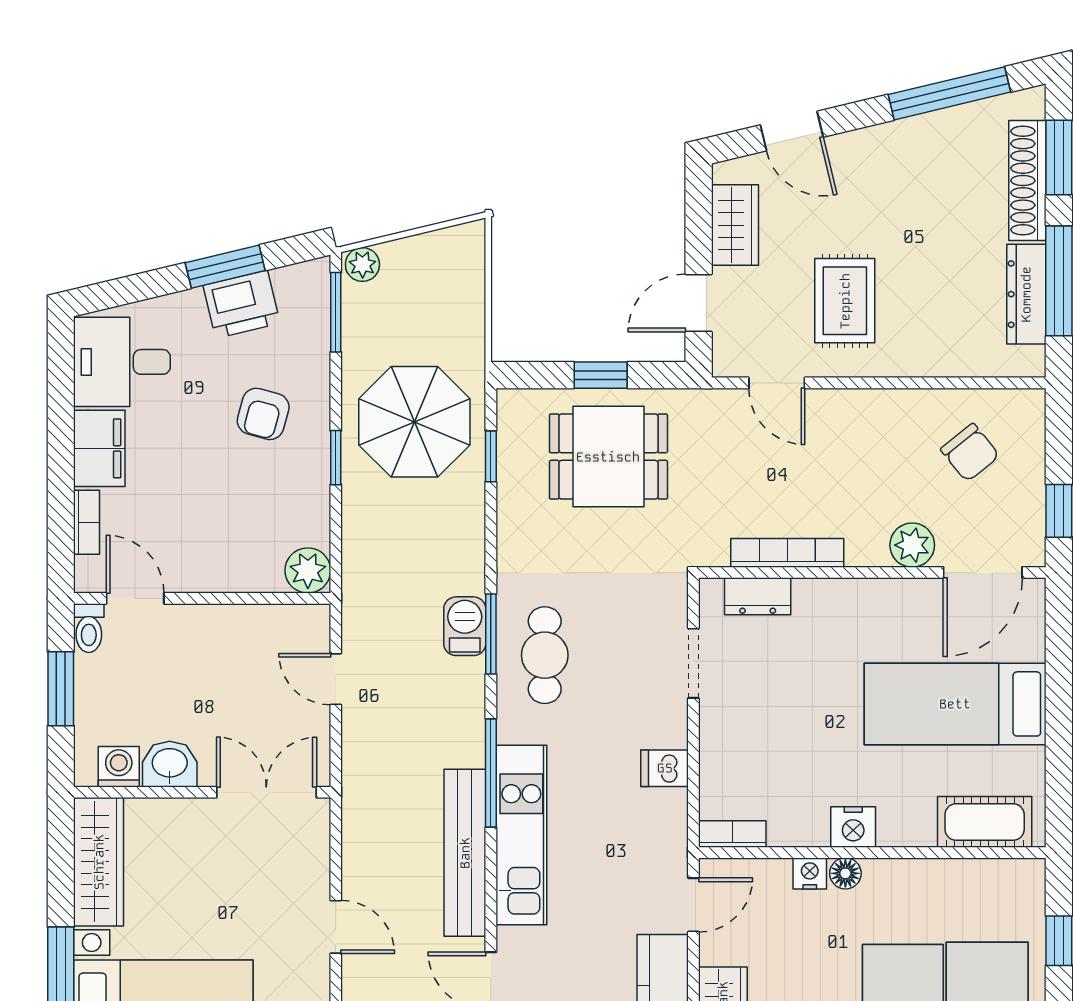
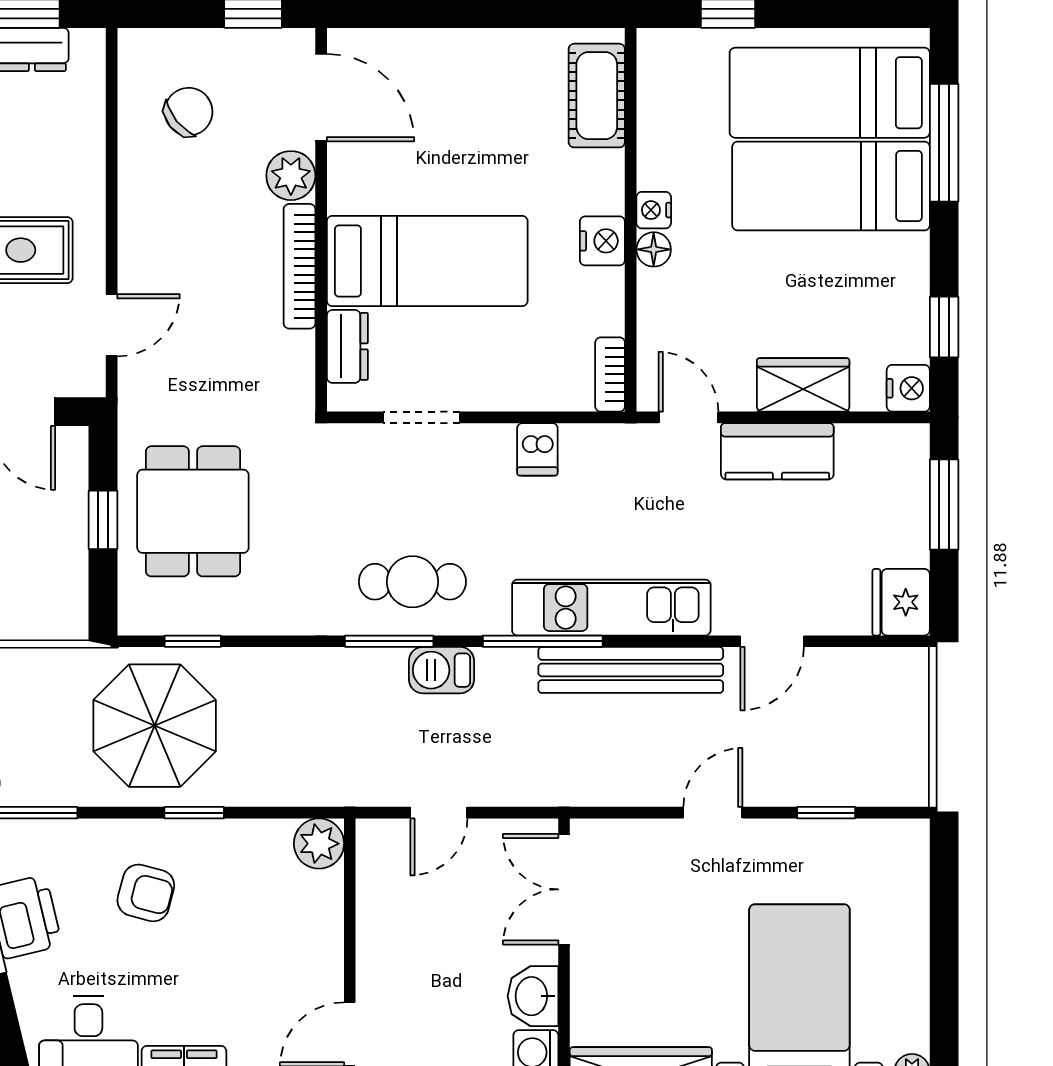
bookcase: (787, 553) -> (299, 266), moved
barbecue: (465, 626) -> (442, 670), moved
bed: (955, 704) -> (427, 261), moved, turned -90
nightstand: (810, 873) -> (654, 210), moved

